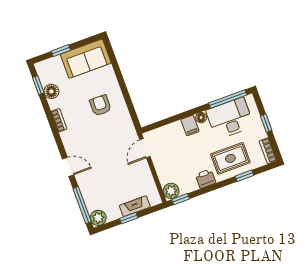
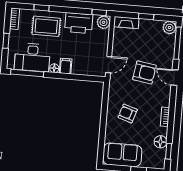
armchair: (100, 105) -> (128, 113), turned 108
armchair: (103, 158) -> (144, 72), added
printer: (206, 179) -> (79, 23), width x1.87, depth x1.48
fireplace: (135, 206) -> (126, 23), moved

